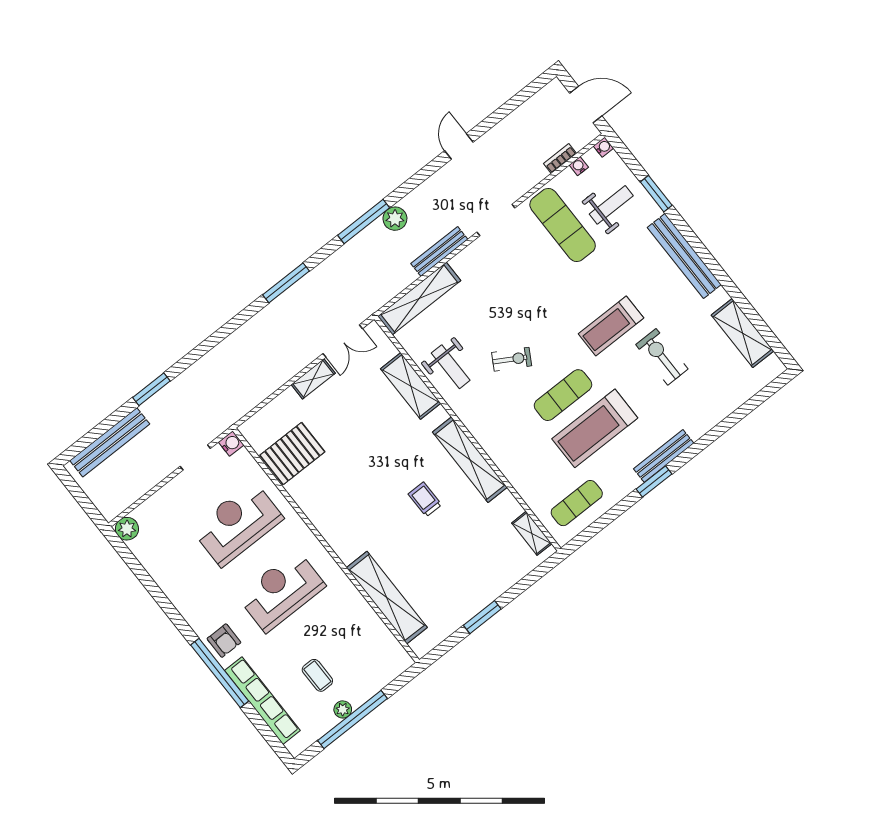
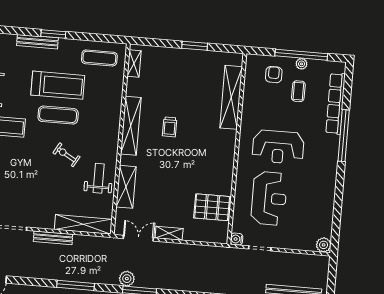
plant: (395, 219) -> (127, 279), moved
reception desk: (237, 524) -> (269, 198), turned -90
armchair: (224, 641) -> (274, 75), moved

